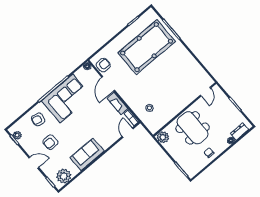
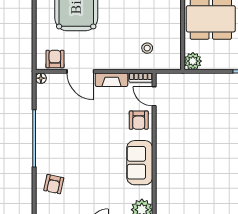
corner sofa: (66, 99) -> (57, 132), removed
armchair: (50, 142) -> (139, 120), moved

